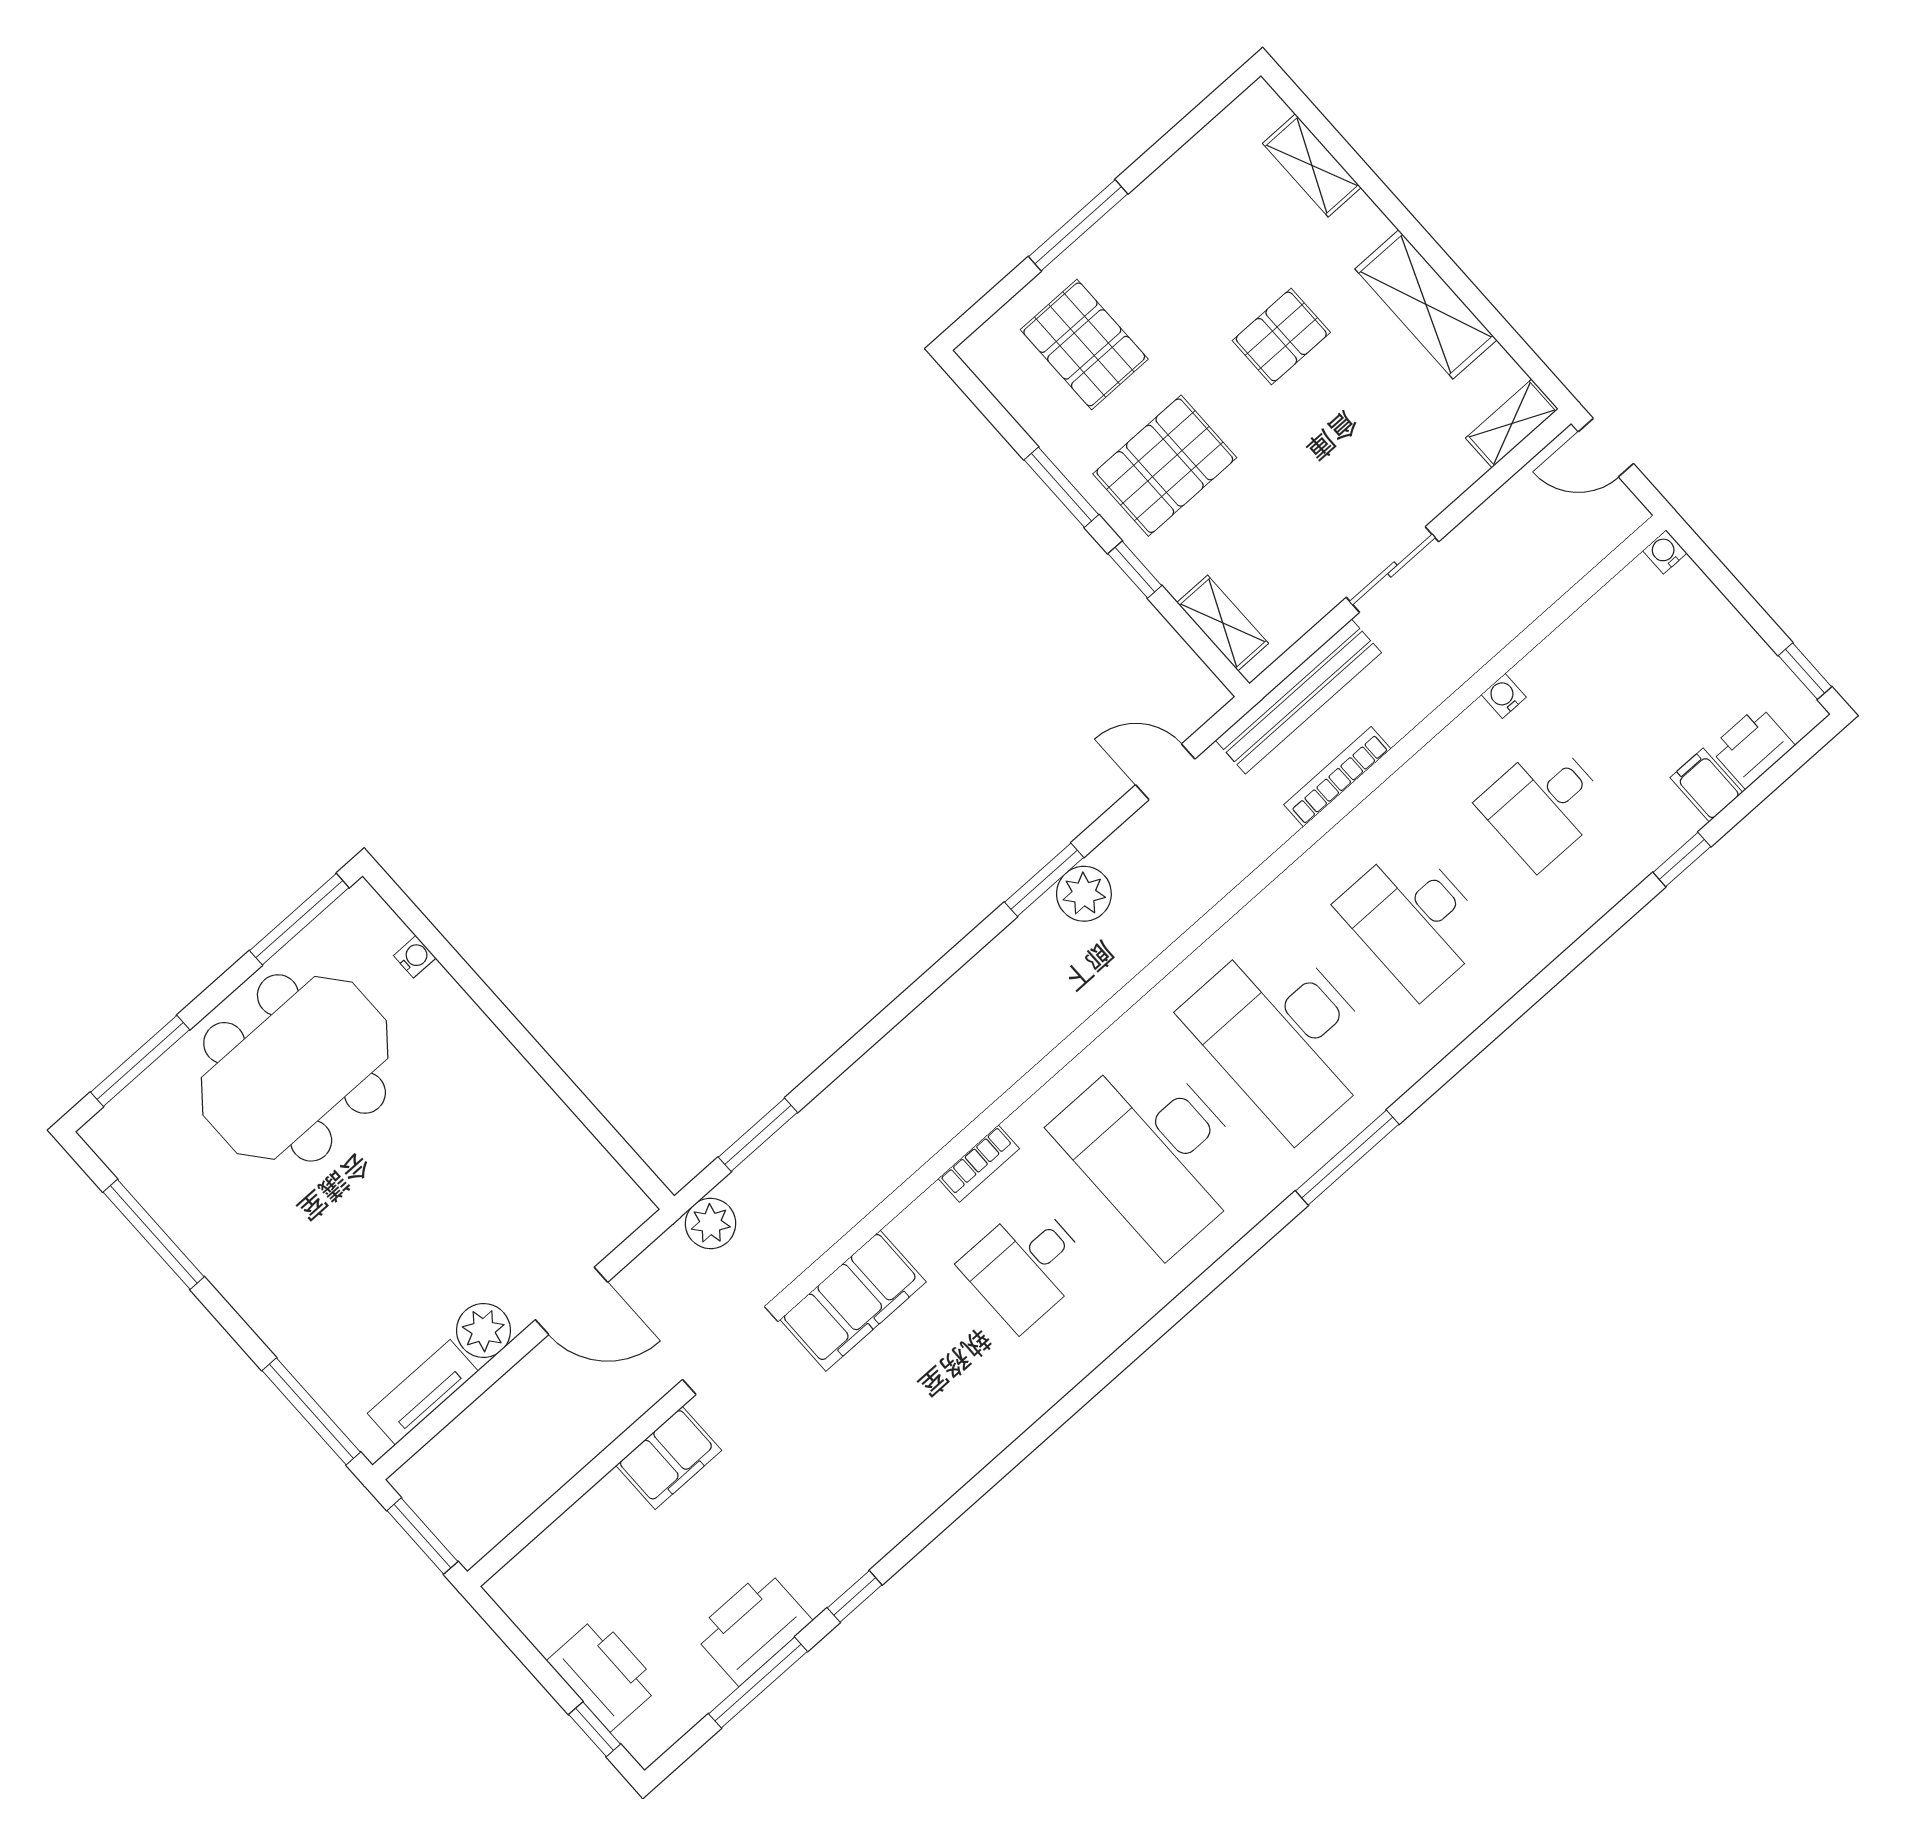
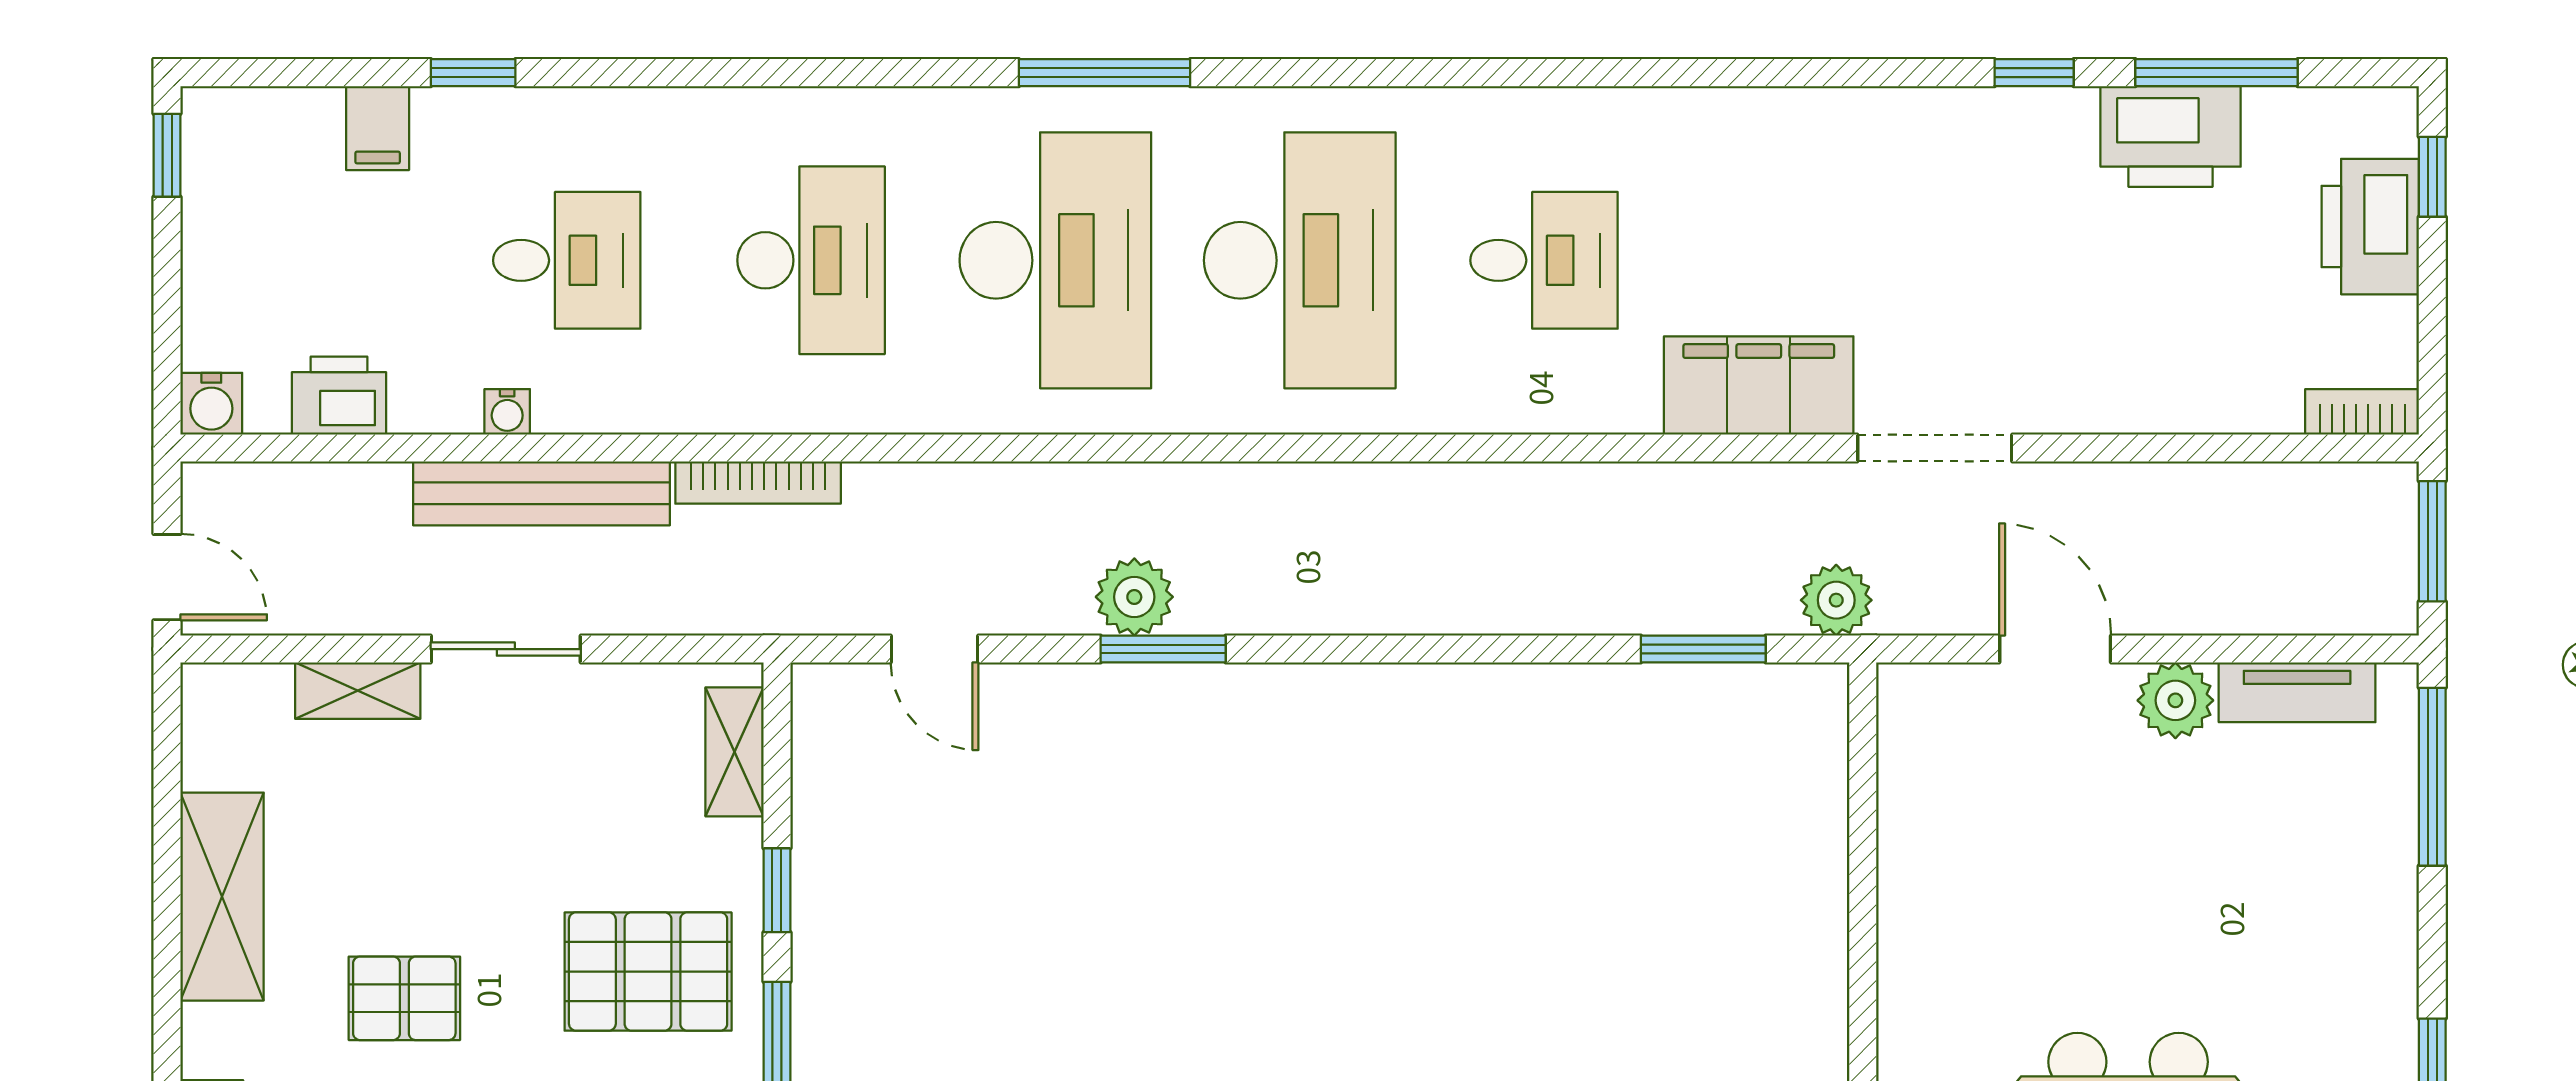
shelving: (1512, 423) -> (358, 691), moved
water cooler: (1665, 552) -> (211, 404), width x1.38, depth x1.38
bench: (1298, 696) -> (541, 493), moved
printer: (1752, 747) -> (339, 396), moved, turned 180
bookcase: (979, 1163) -> (2362, 412), moved
filing cabinet: (669, 1458) -> (2100, 393), removed

